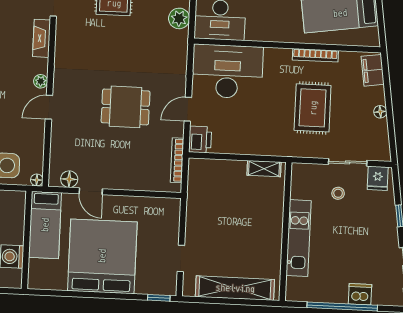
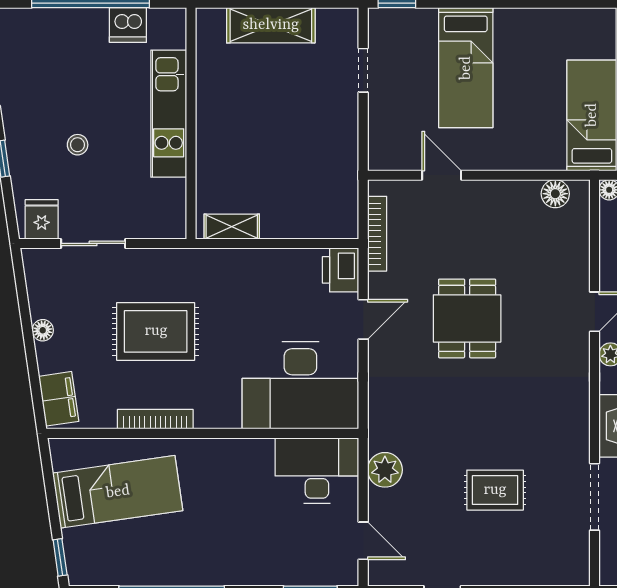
dining table: (126, 107) -> (467, 318), turned 90
rug: (313, 108) -> (156, 331), turned 90
door: (91, 191) -> (442, 175), moved
stool: (338, 193) -> (78, 145), moved
bed: (102, 256) -> (466, 68), width x0.49
shelving: (235, 288) -> (271, 25), width x0.68
dishwasher: (360, 294) -> (128, 25), moved

